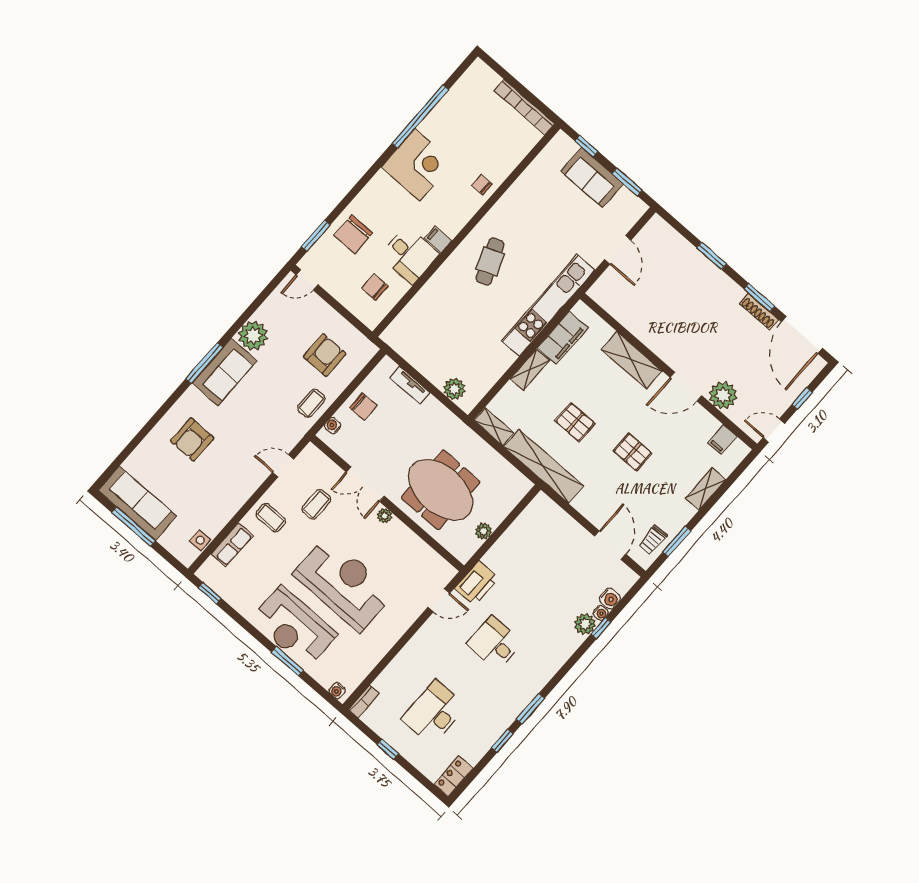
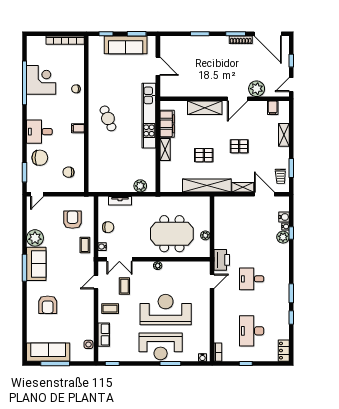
corner desk: (417, 165) -> (41, 80), moved
sofa: (592, 178) -> (126, 45), width x1.36
chair: (353, 234) -> (40, 158), turned -90
desk: (409, 255) -> (39, 132), moved, turned 180
shelving: (494, 427) -> (243, 187), moved
double door: (365, 484) -> (119, 259), moved

